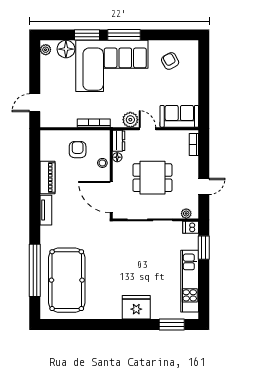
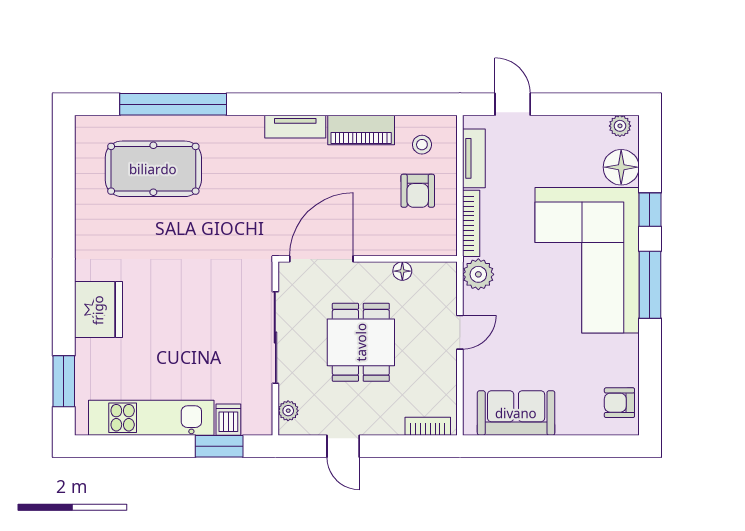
window: (87, 35) -> (650, 210), width x0.67
armchair: (170, 61) -> (619, 403), moved, turned -151
sofa: (179, 116) -> (516, 413), moved, turned -90
plant: (130, 120) -> (478, 274), moved
tv unit: (62, 122) -> (474, 158), added
dresser: (119, 141) -> (436, 274), removed
armchair: (78, 150) -> (418, 191), turned 90
stool: (102, 163) -> (422, 145), moved
dishwasher: (191, 227) -> (228, 420), moved
pool table: (67, 280) -> (153, 169), width x0.73, depth x0.76

